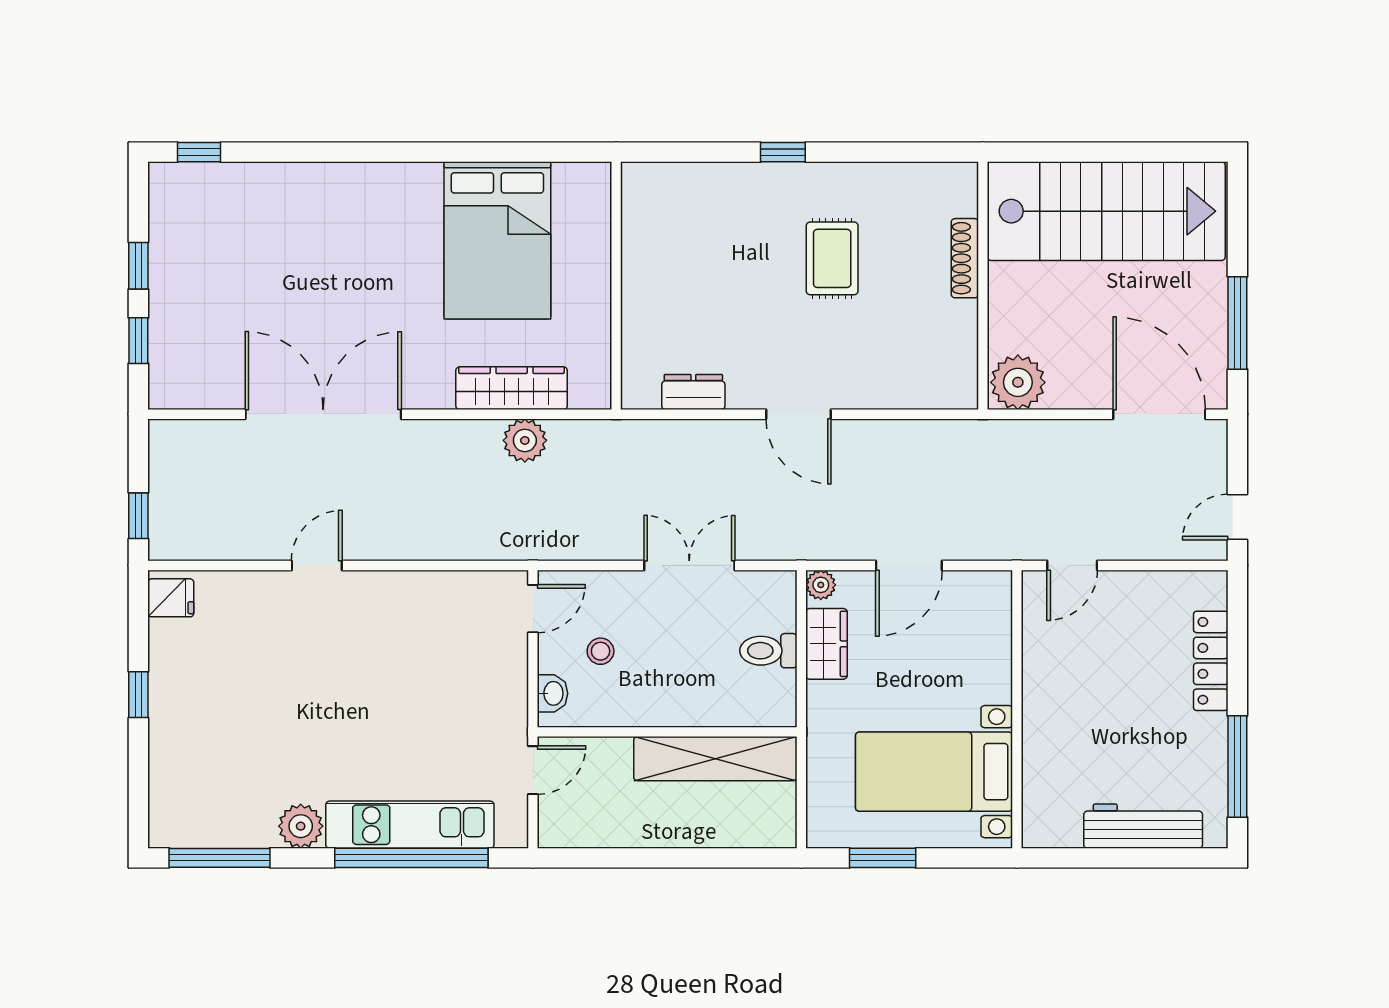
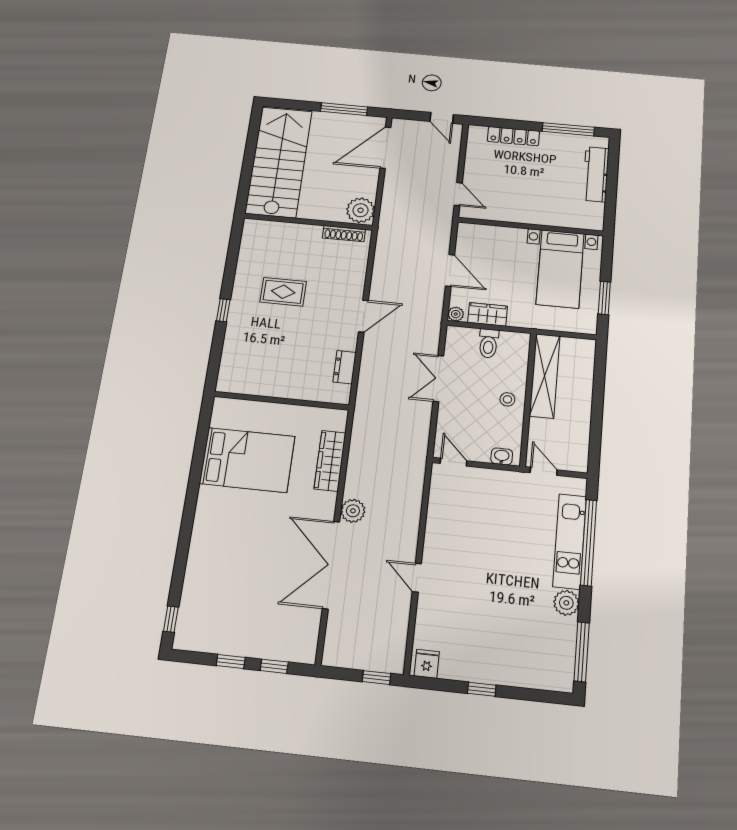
shoe rack: (965, 258) -> (344, 234), moved
plant: (525, 440) -> (353, 511), moved
stool: (601, 651) -> (507, 399), moved

